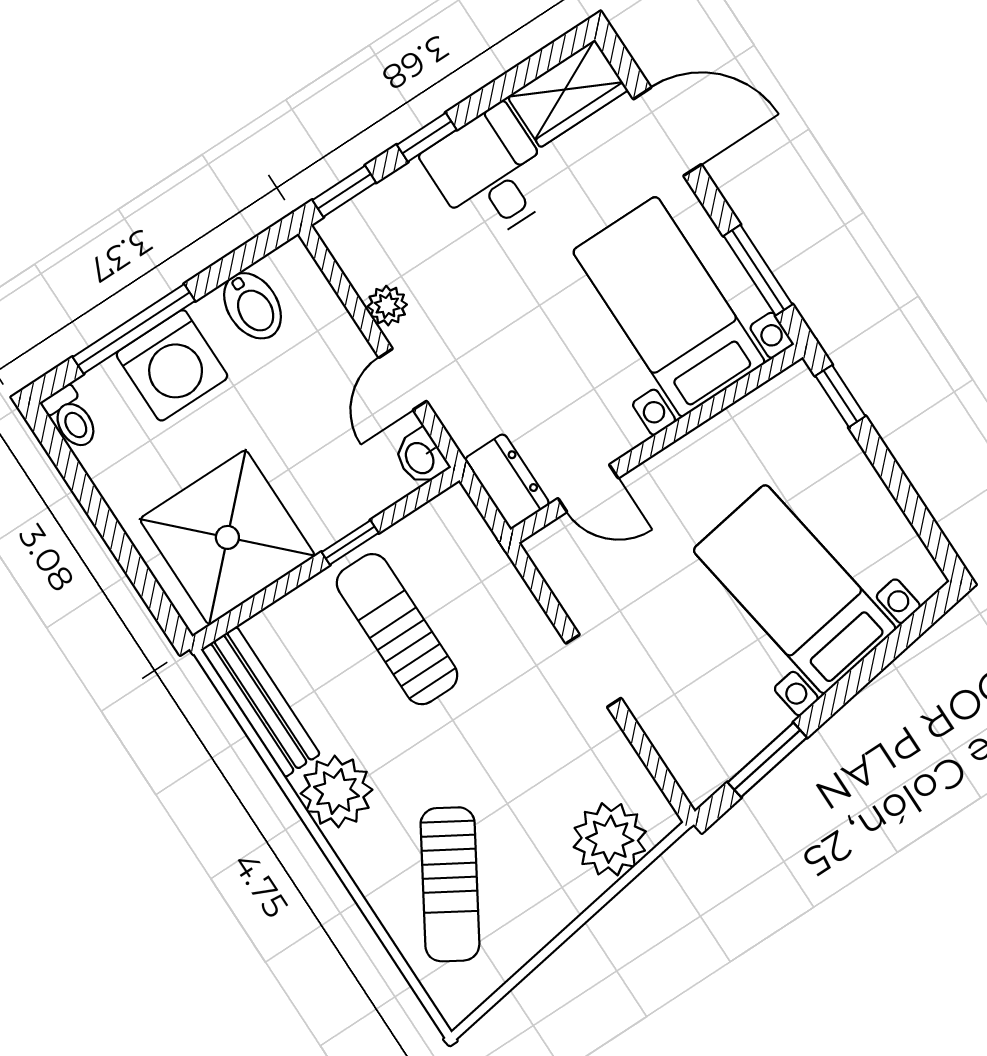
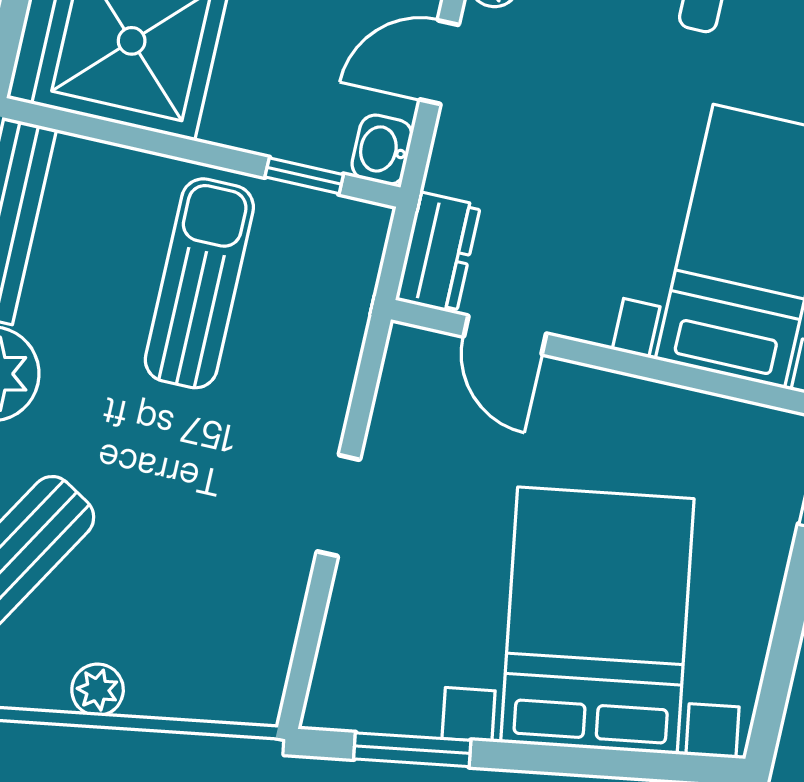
window: (350, 543) -> (304, 176), moved
bed with nightstands: (795, 589) -> (597, 621), width x1.36
plant: (610, 839) -> (98, 690), moved, width x0.53, depth x0.53

